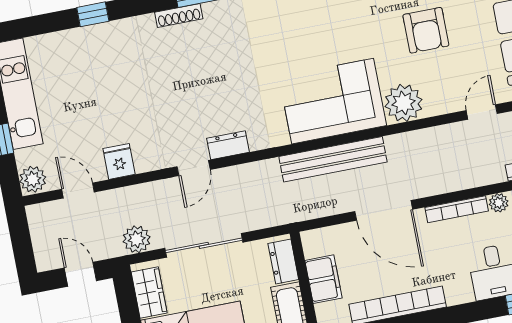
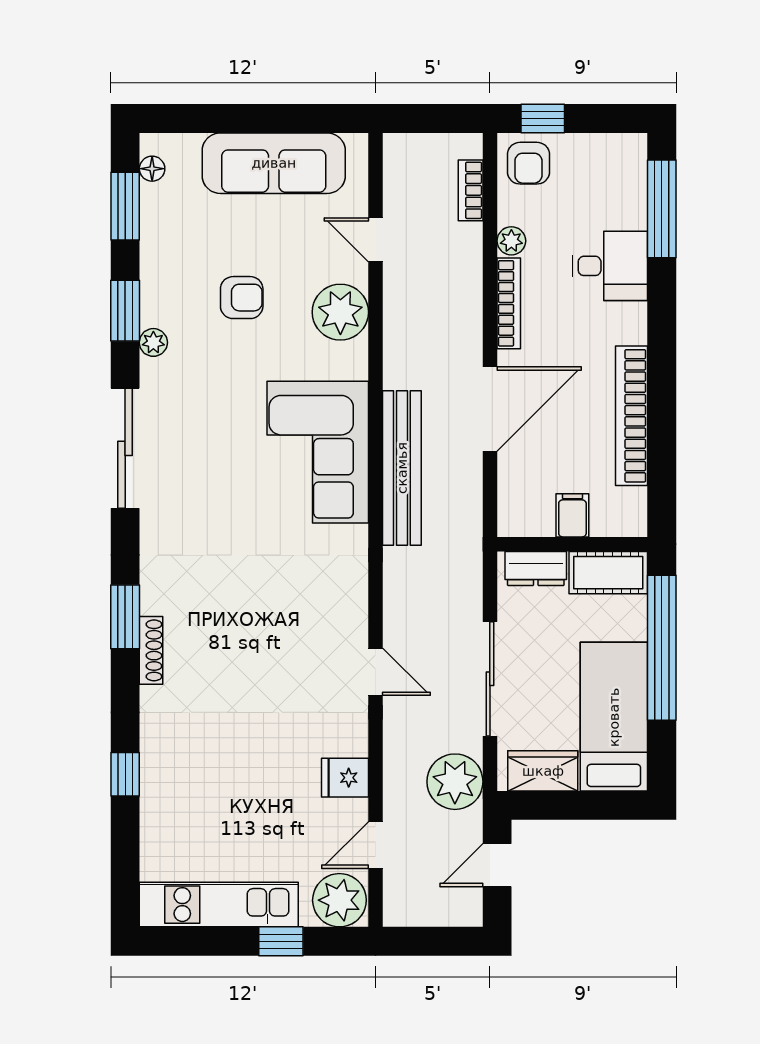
armchair: (426, 30) -> (242, 298), width x0.72, depth x0.72
plant: (404, 103) -> (340, 312), moved
dresser: (228, 145) -> (352, 616), removed
plant: (33, 179) -> (339, 900), width x1.36, depth x1.36
plant: (137, 239) -> (455, 782), width x1.36, depth x1.36
filing cabinet: (323, 279) -> (572, 515), width x0.50

